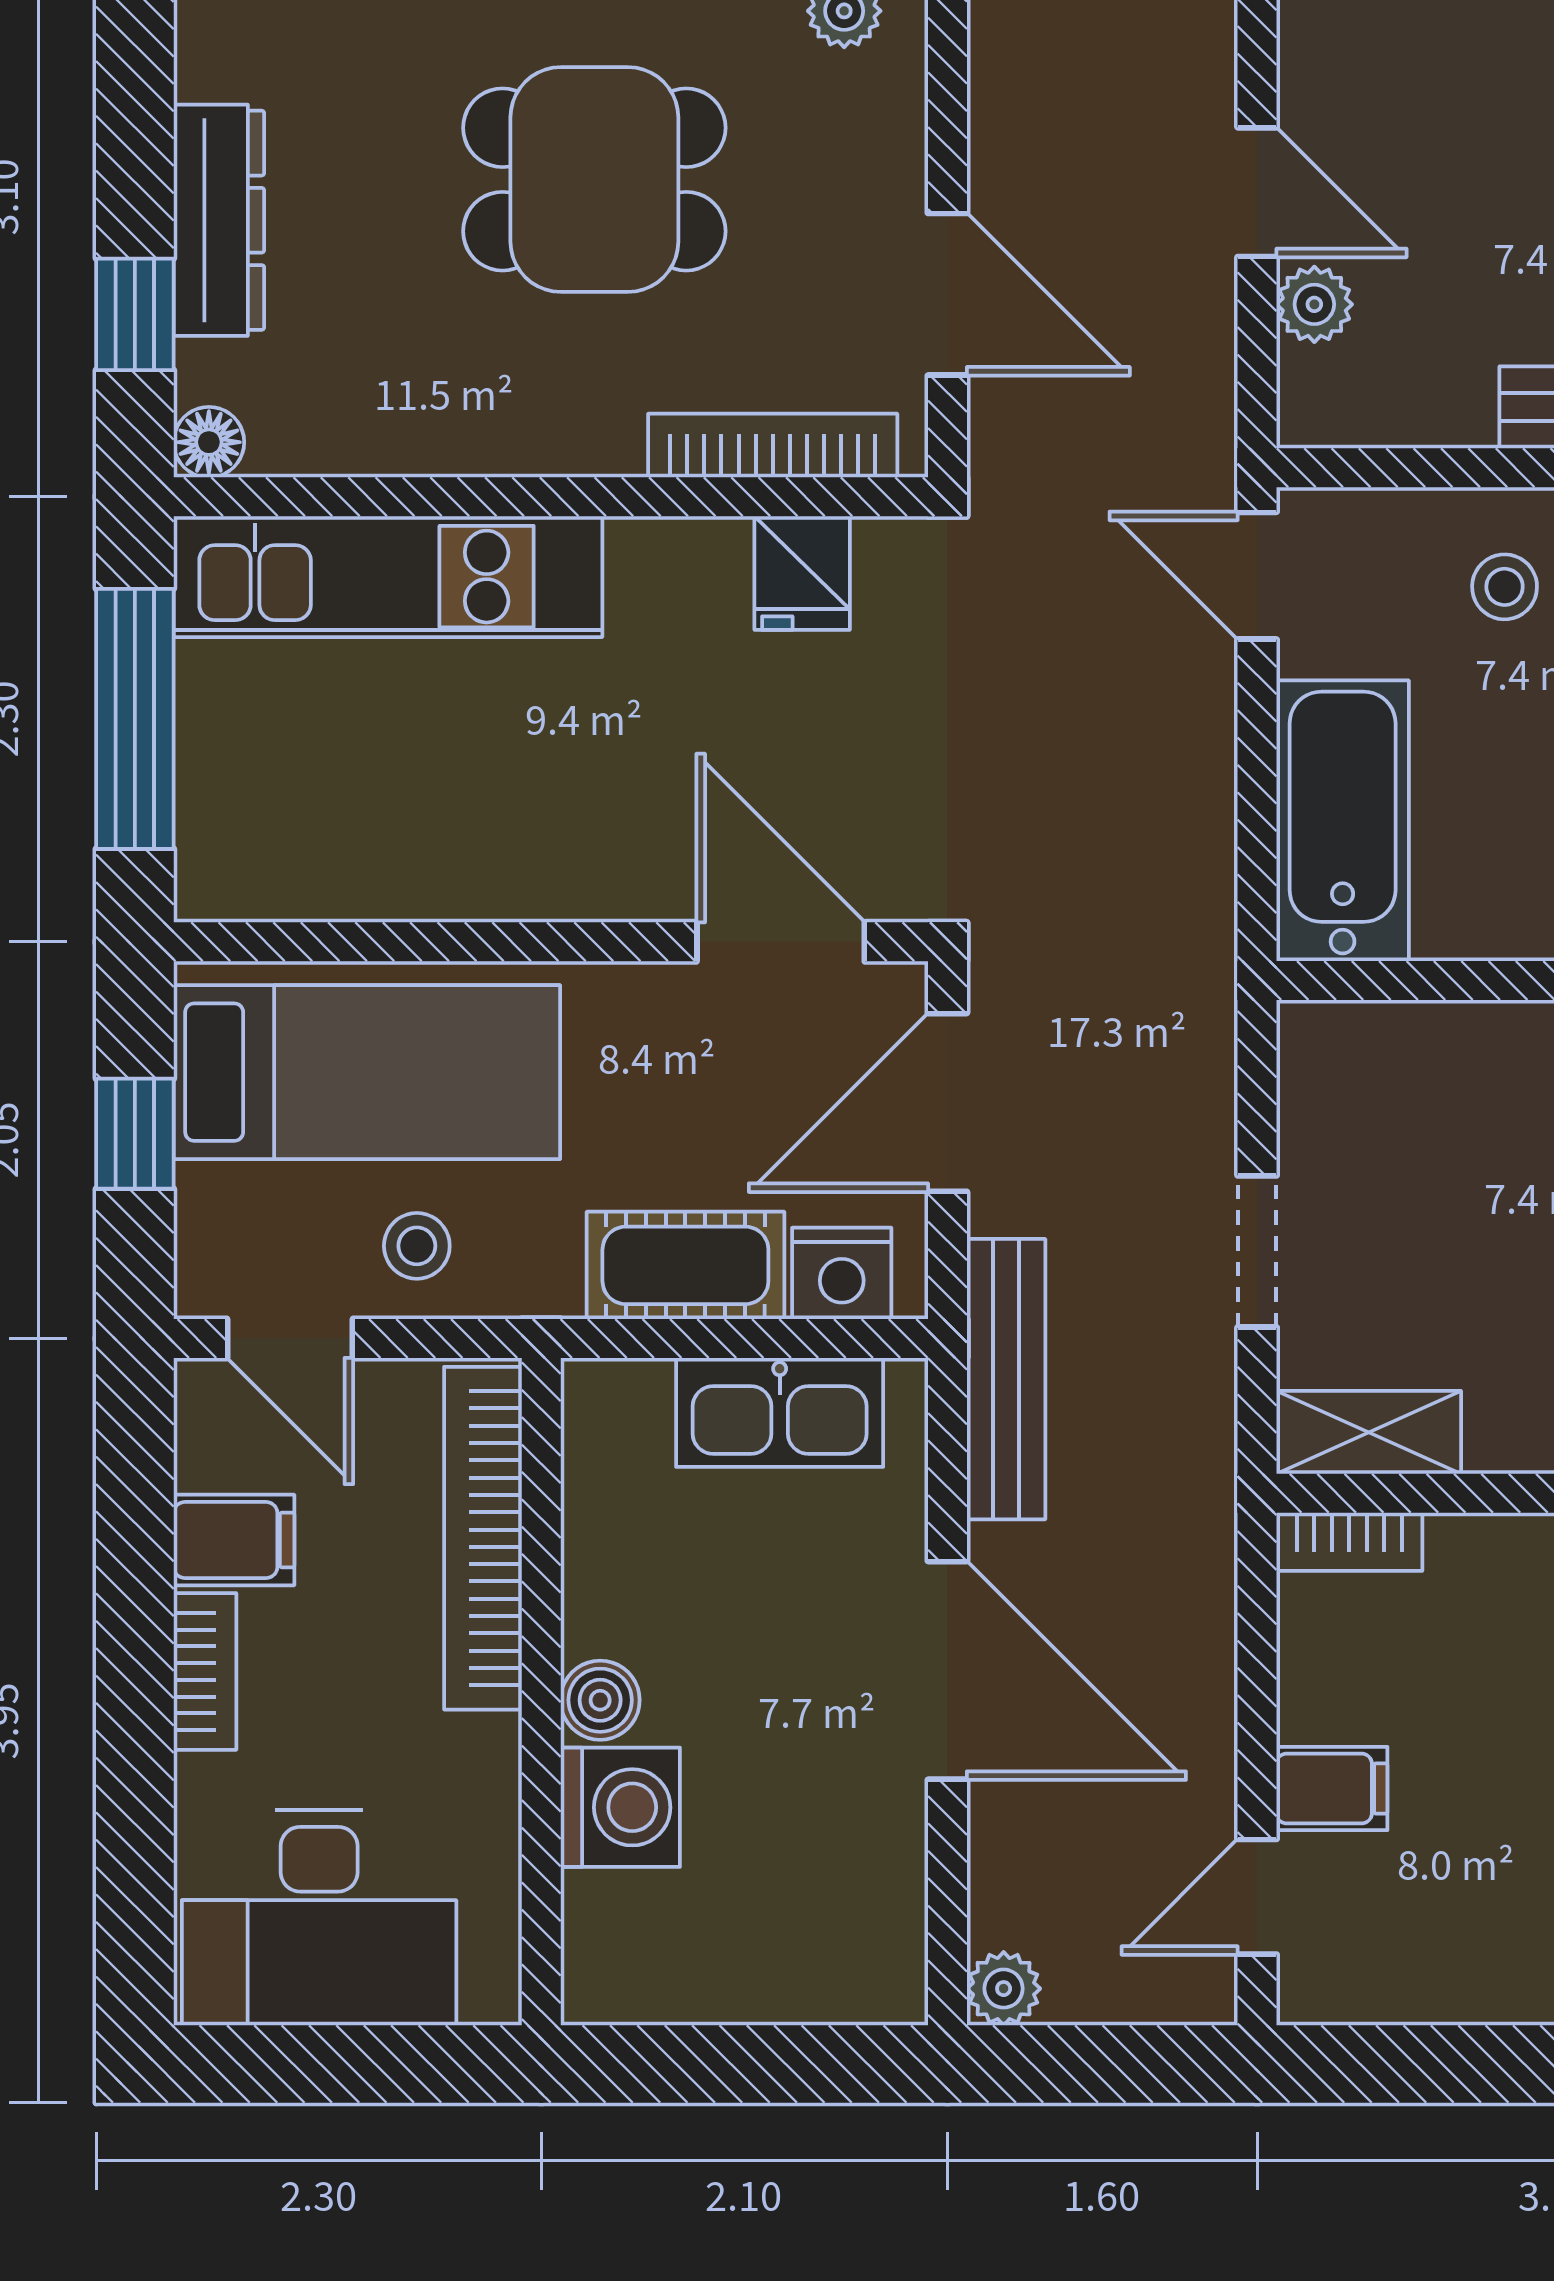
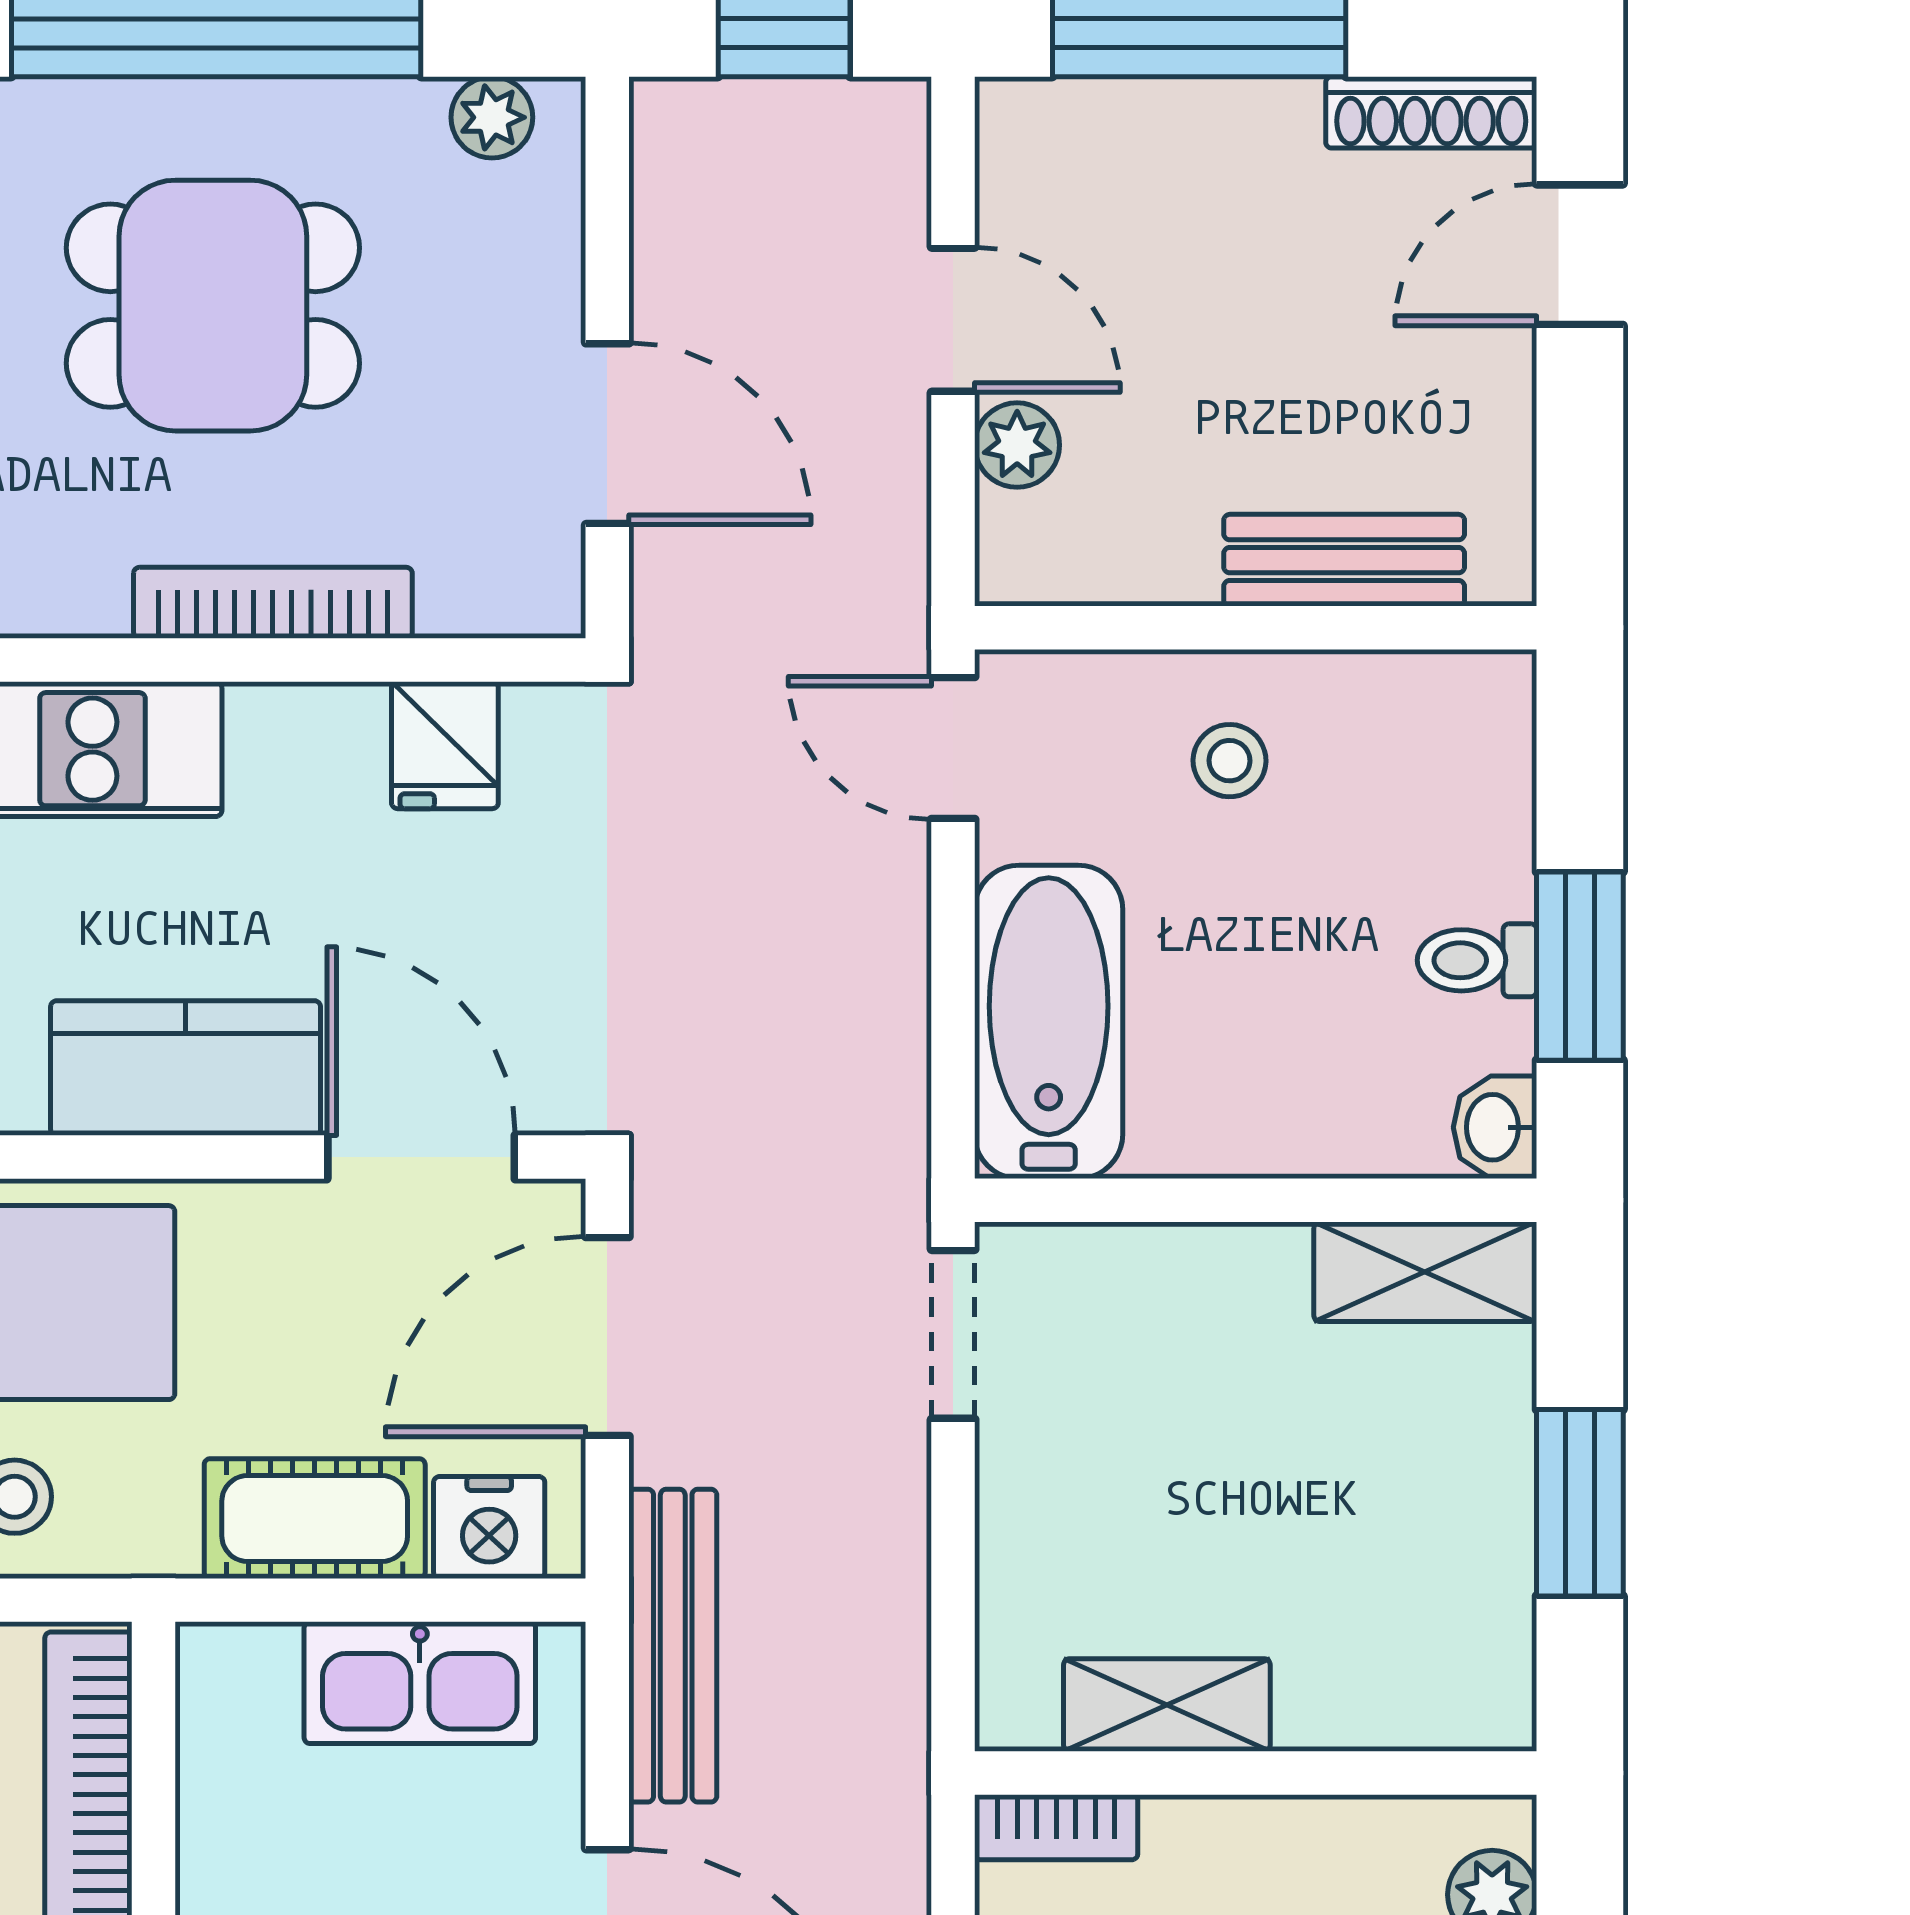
bookcase: (773, 446) -> (273, 603), moved
kitchen counter: (570, 862) -> (186, 1068), added
doorway: (1257, 1251) -> (953, 1334), moved
shelving: (1369, 1432) -> (1167, 1705), moved

